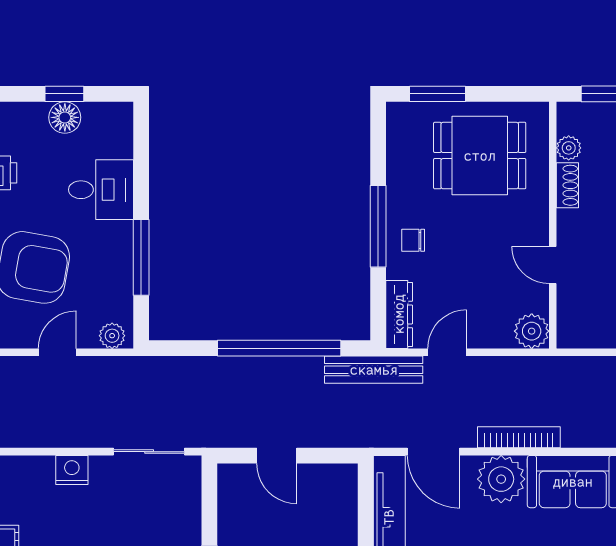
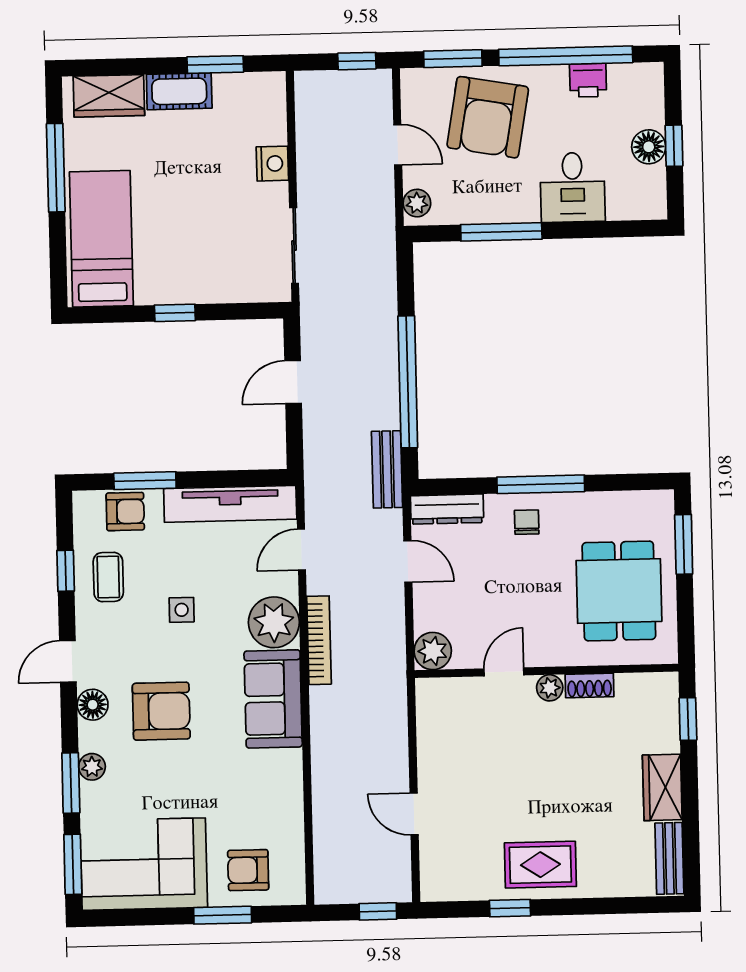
plant: (569, 148) -> (550, 688), moved
bench: (374, 370) -> (387, 469), width x0.73
door: (434, 452) -> (302, 549), width x0.73

